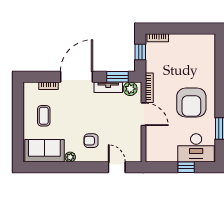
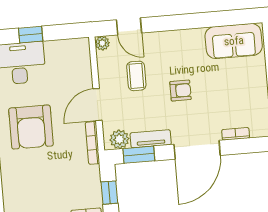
armchair: (191, 103) -> (31, 127), turned 180
door: (143, 114) -> (97, 105), hinge flipped
coffee table: (44, 116) -> (136, 76), moved
armchair: (91, 141) -> (180, 91), moved
plant: (70, 157) -> (102, 43), moved

